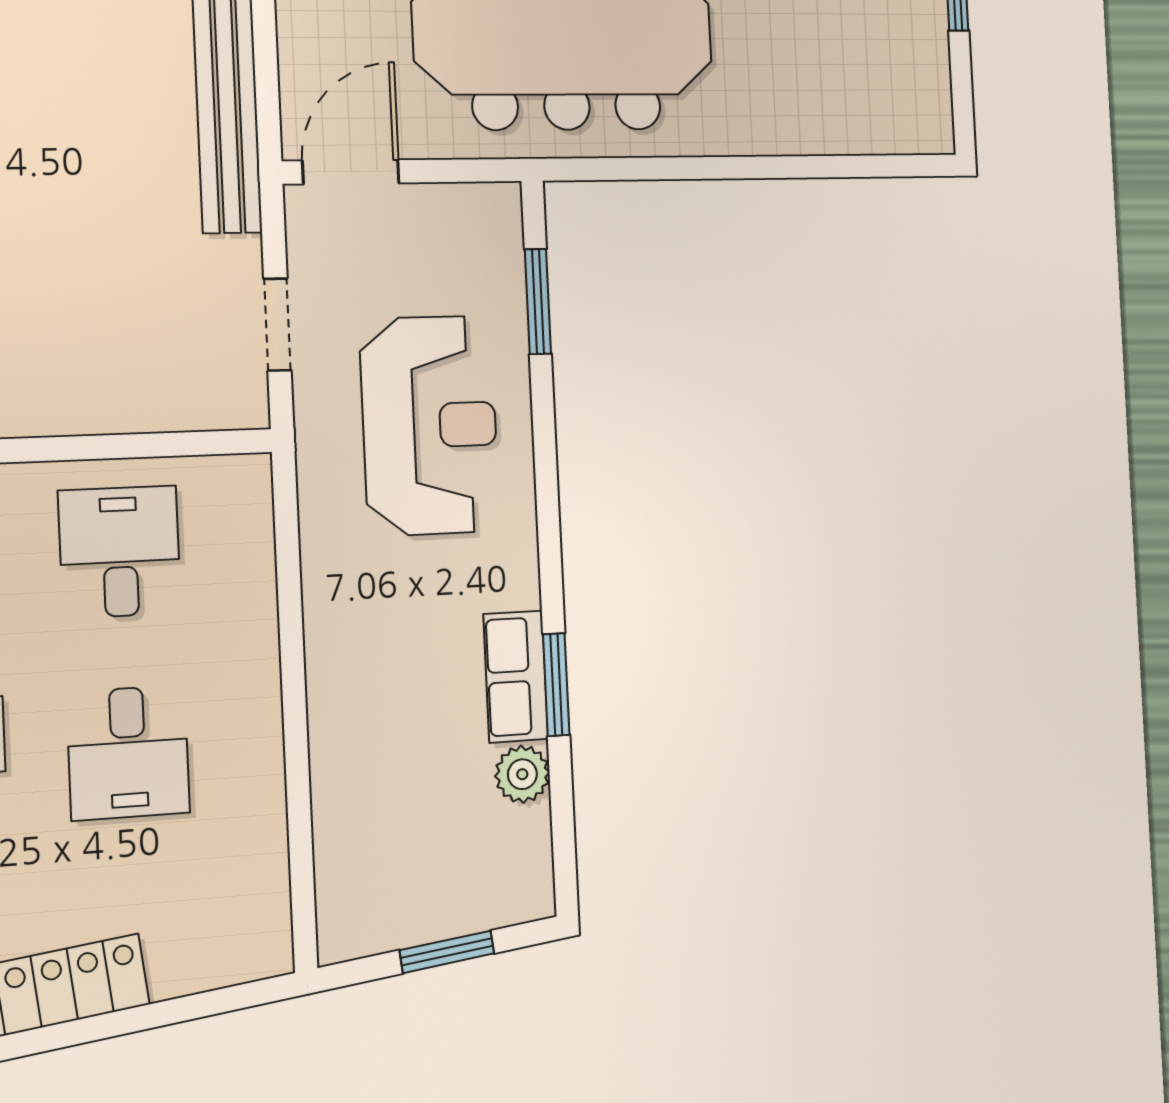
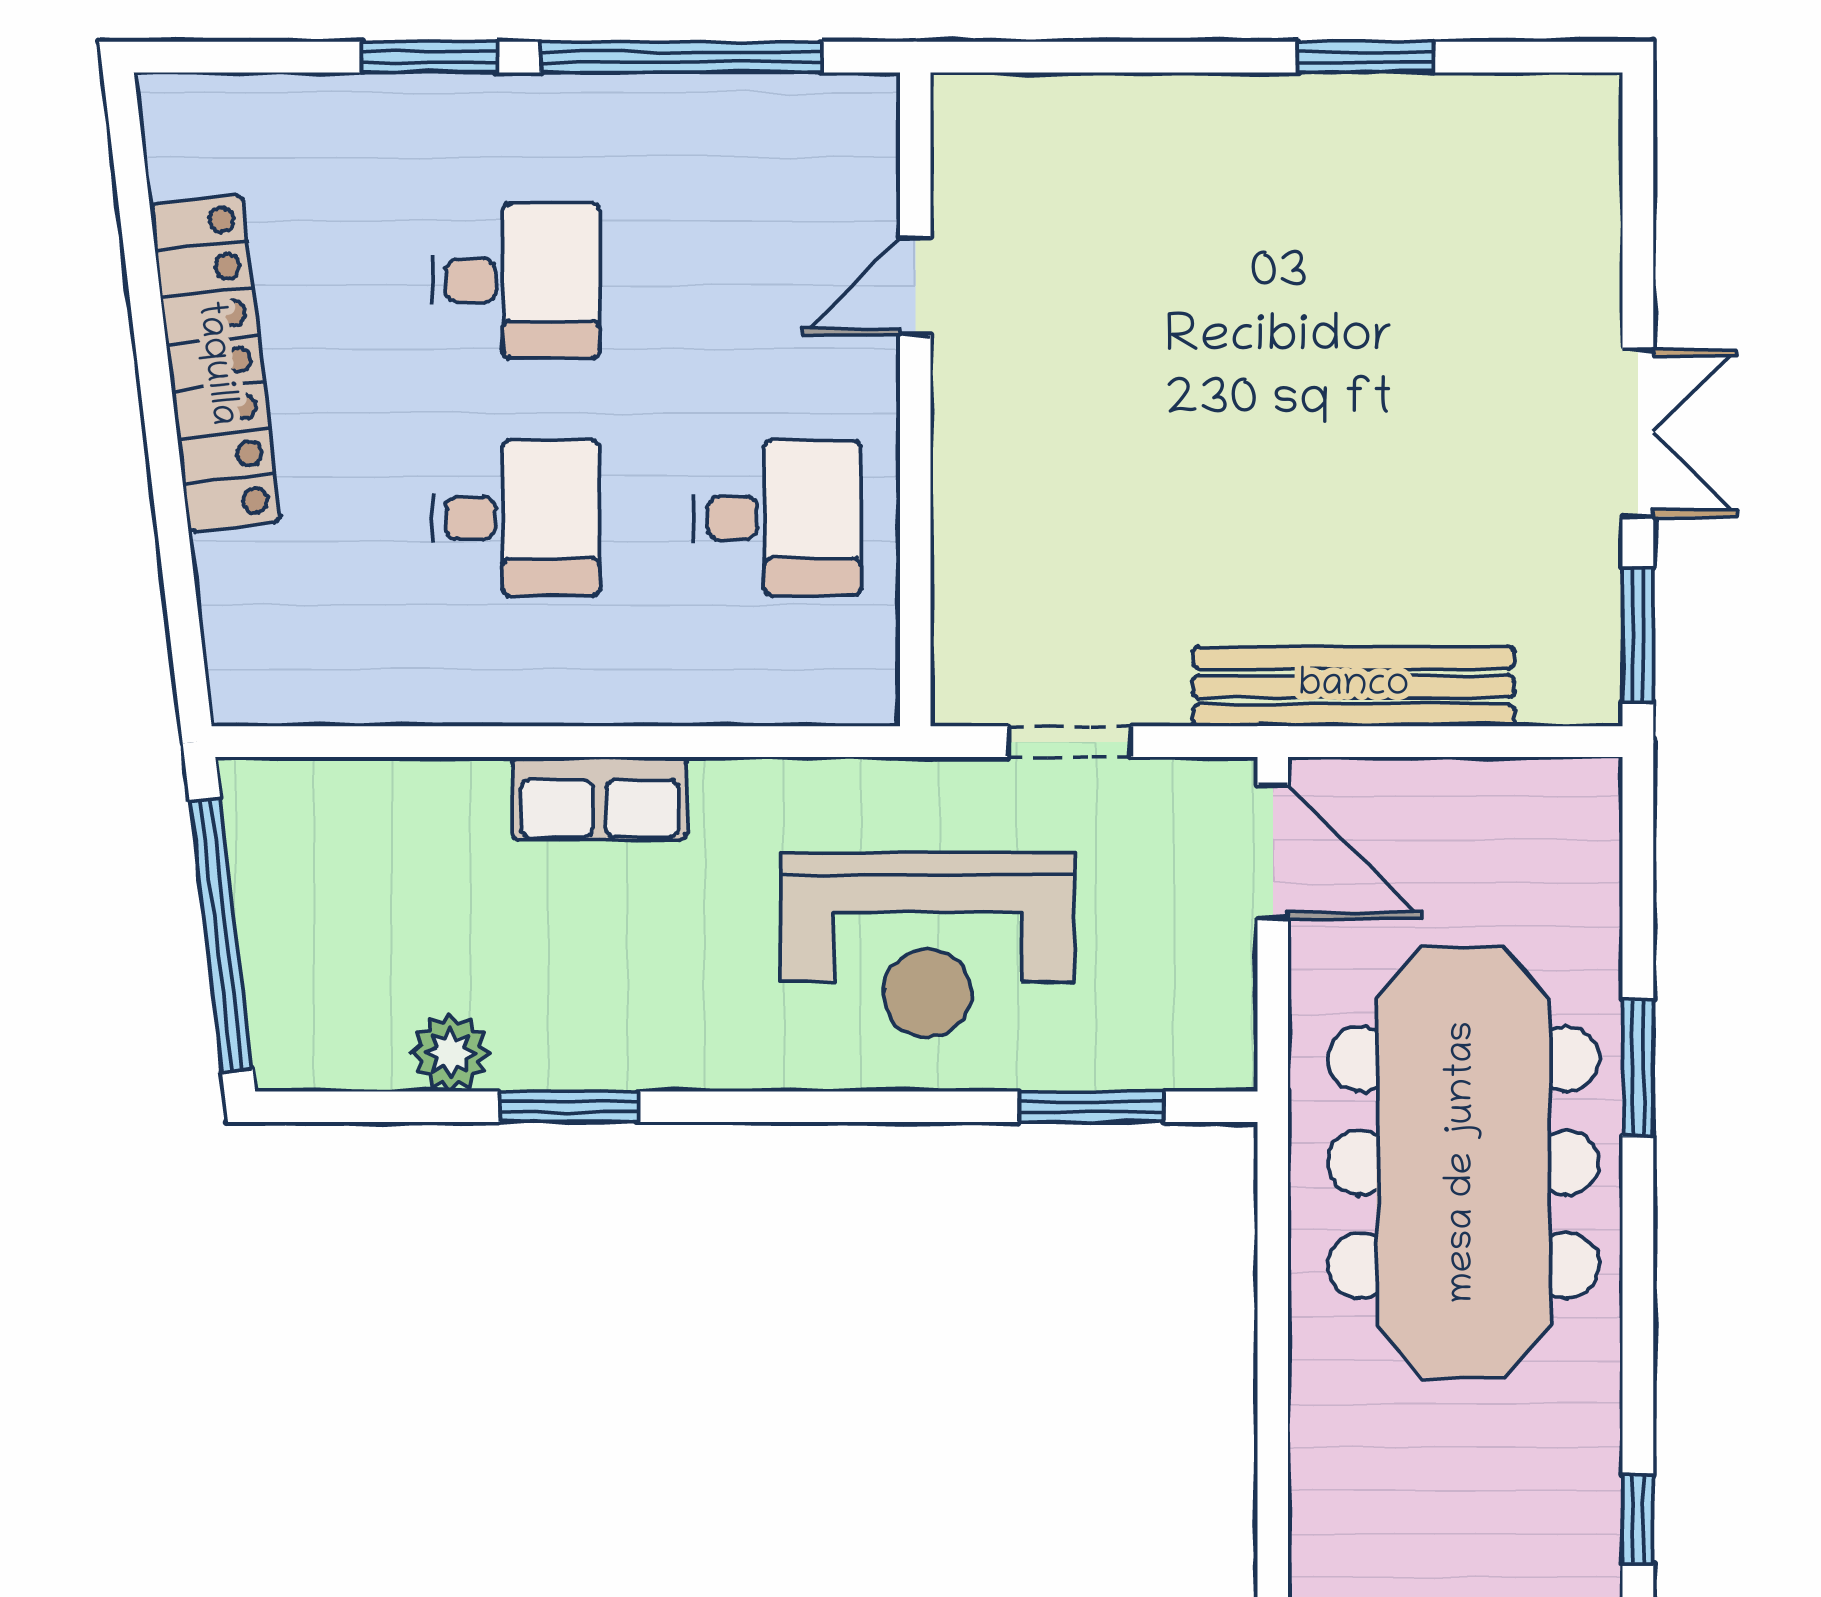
row of seats: (516, 677) -> (599, 799), moved, turned 180
desk: (128, 753) -> (516, 518), turned 180
window: (447, 952) -> (221, 935), width x2.11

